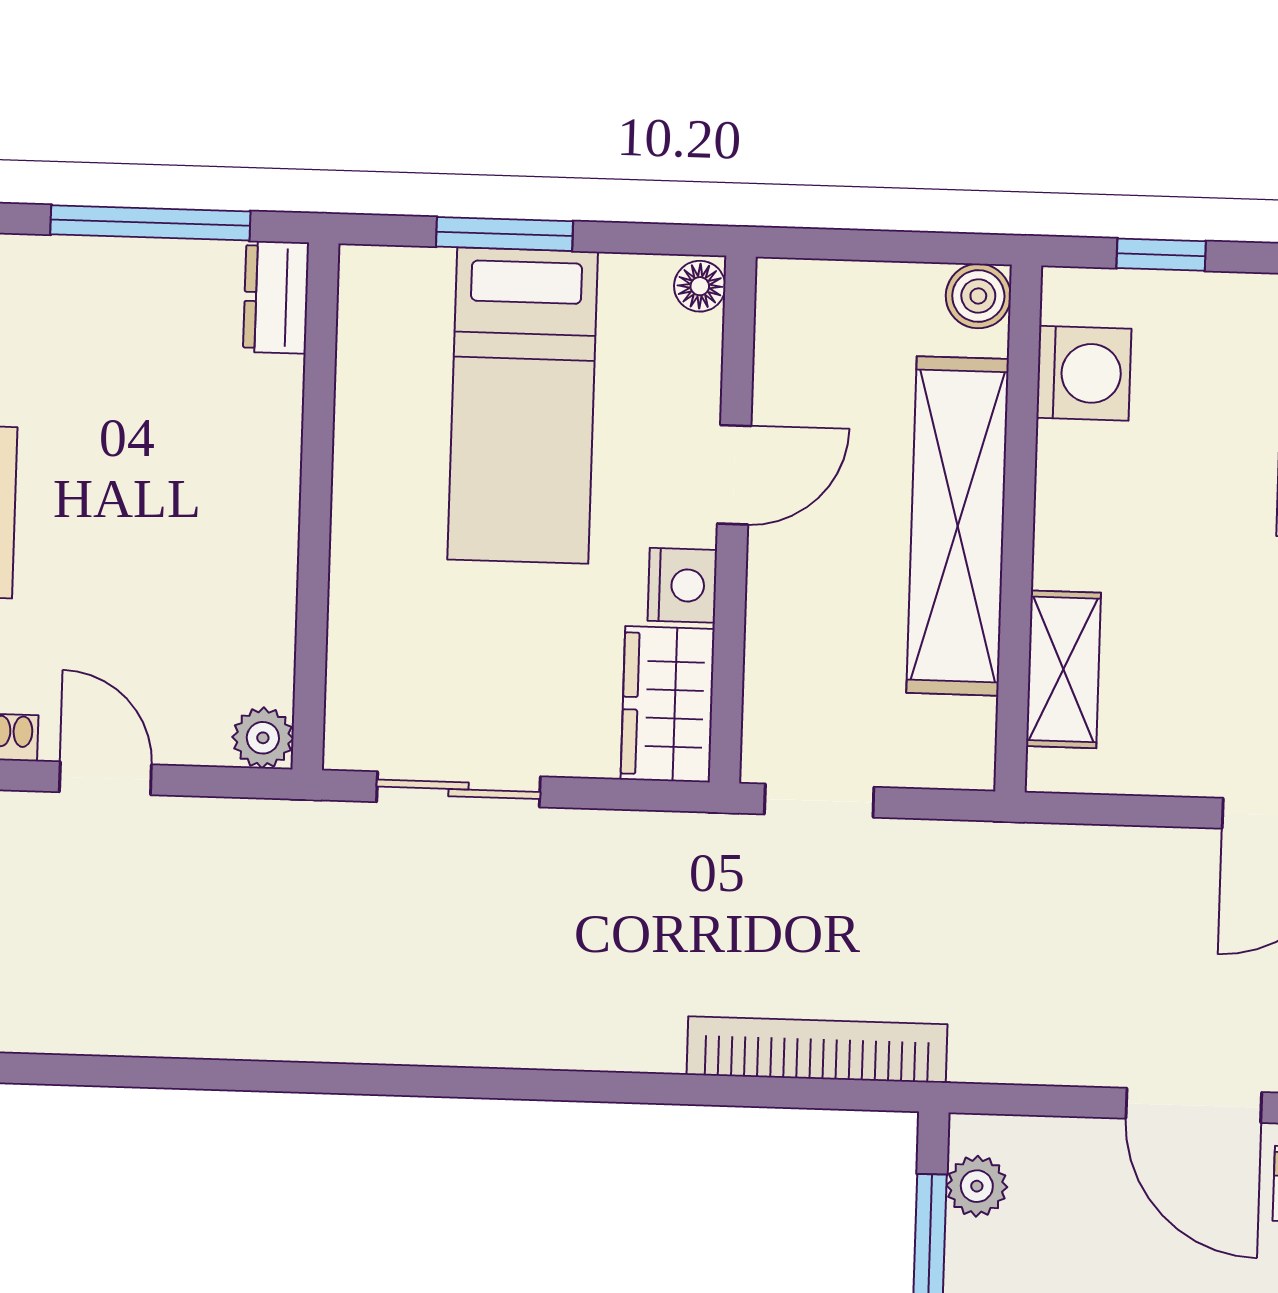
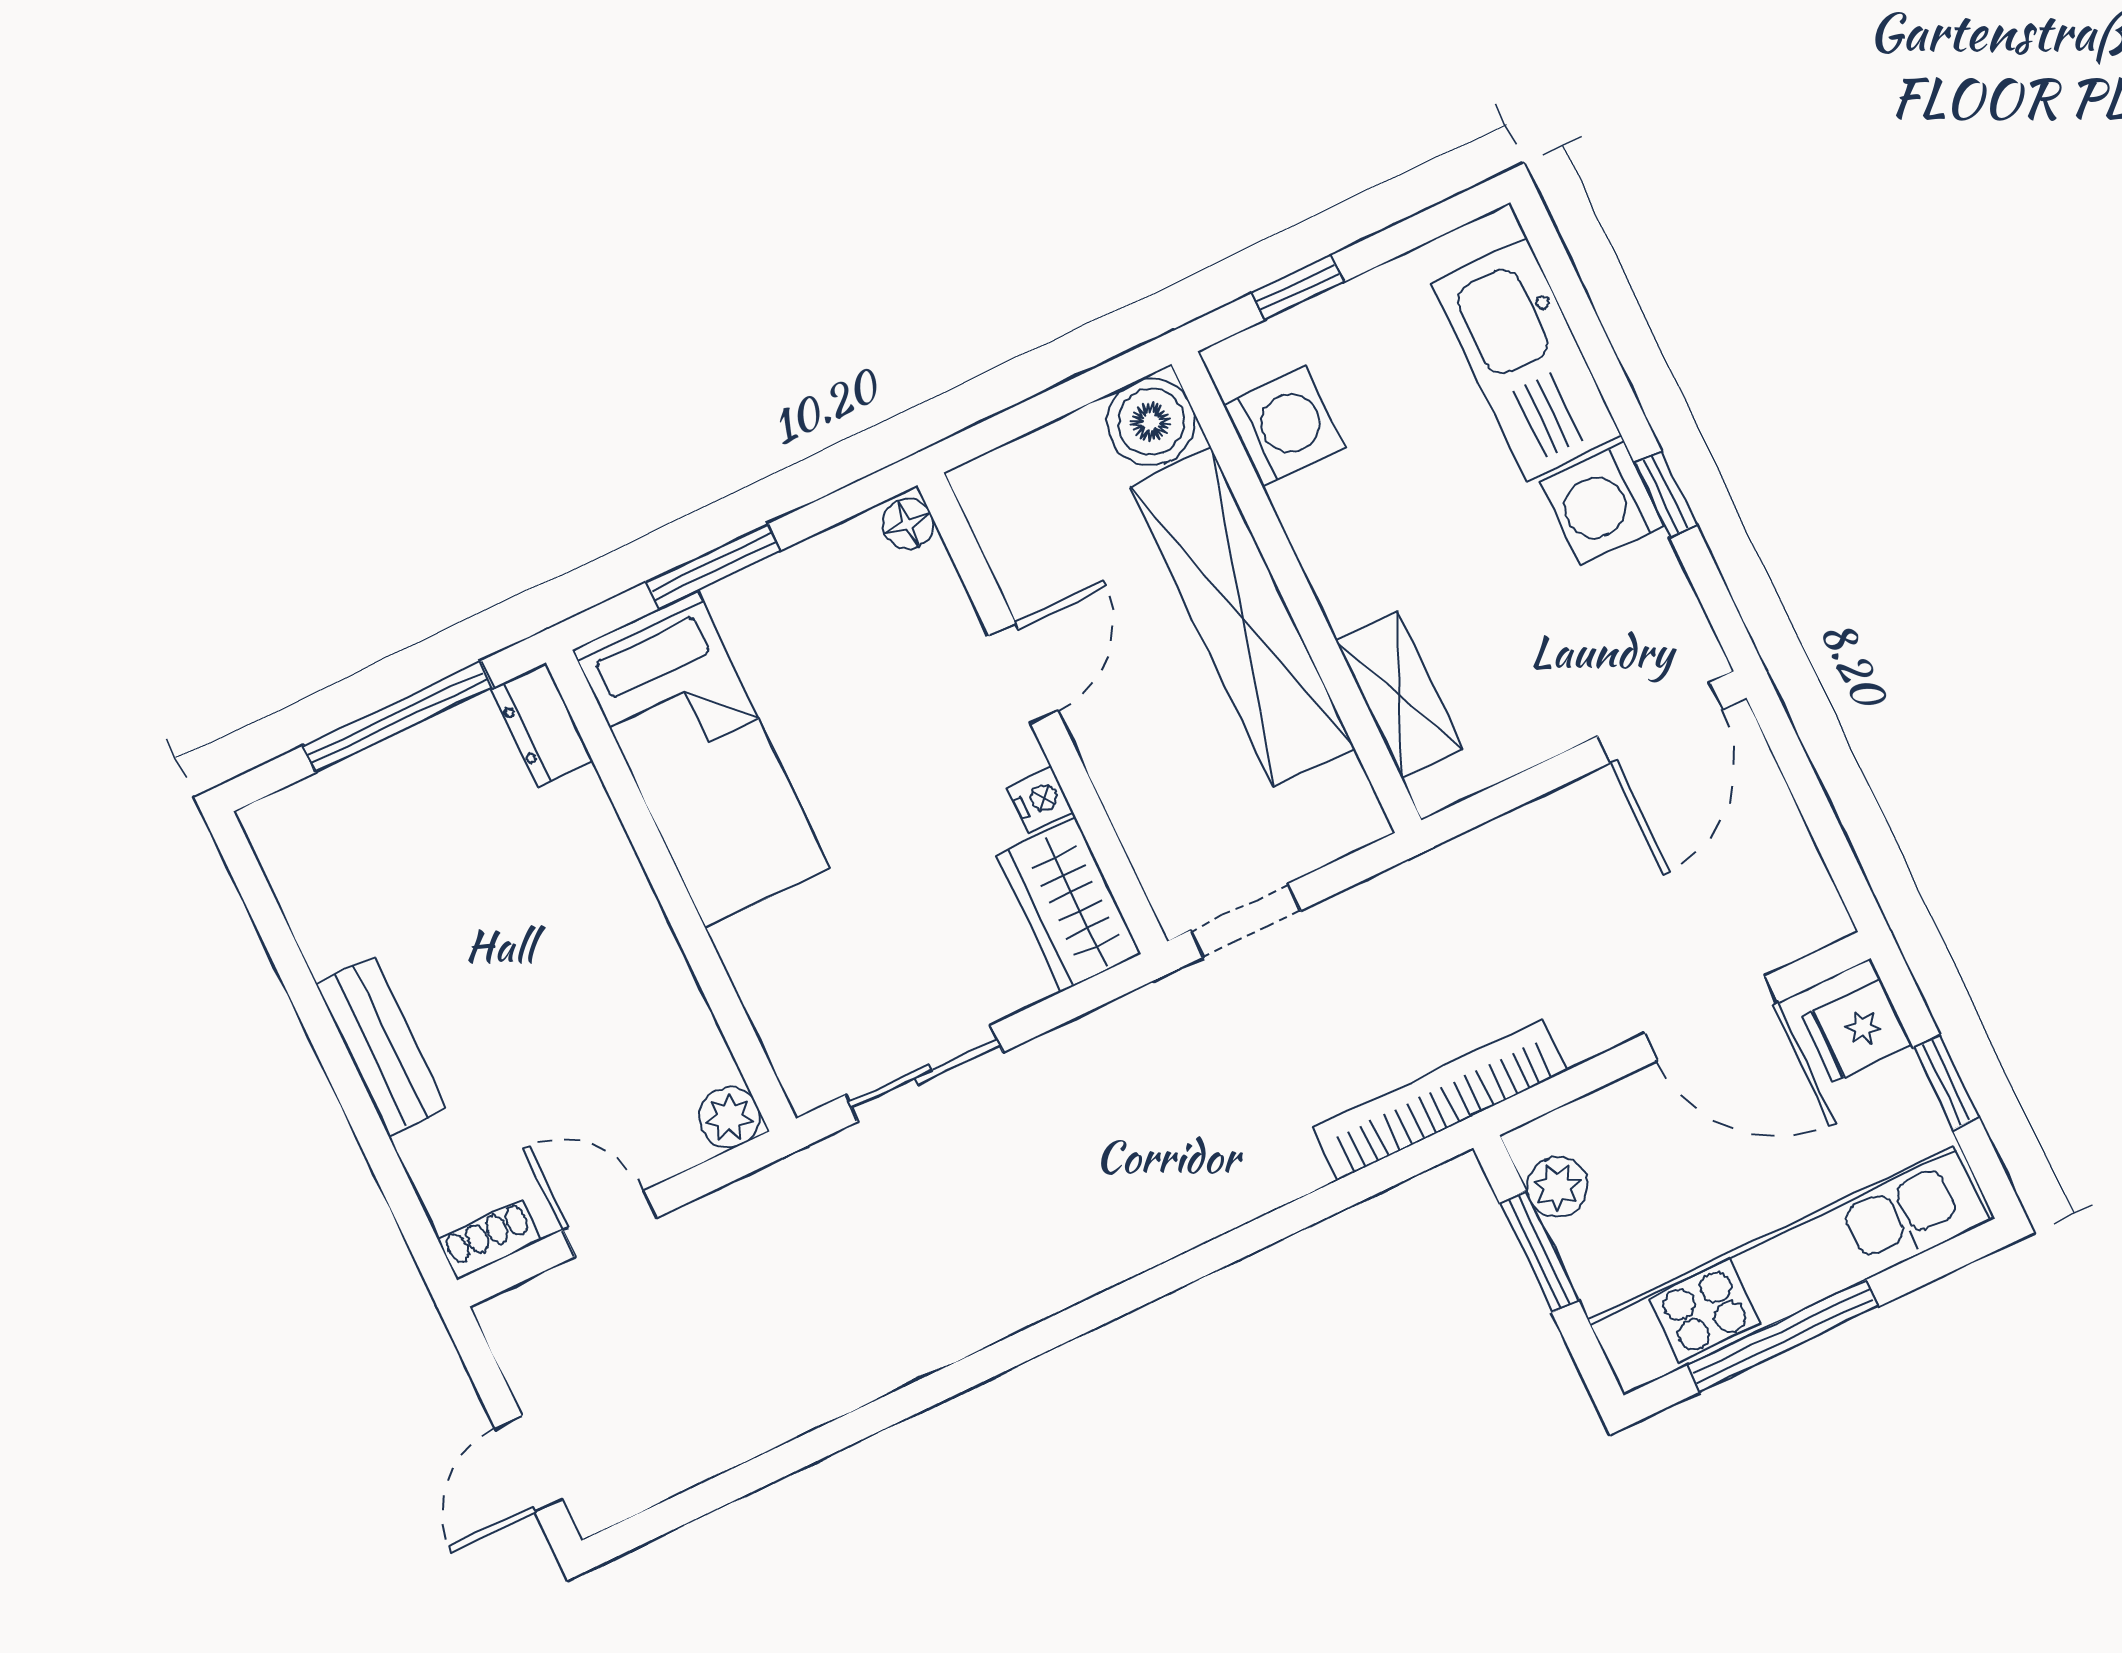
boiler: (978, 296) -> (1151, 422), width x1.36, depth x1.36
bed: (523, 406) -> (701, 759), moved
nightstand: (682, 585) -> (1040, 799), width x0.72, depth x0.74
bookcase: (817, 1050) -> (1441, 1099), moved

